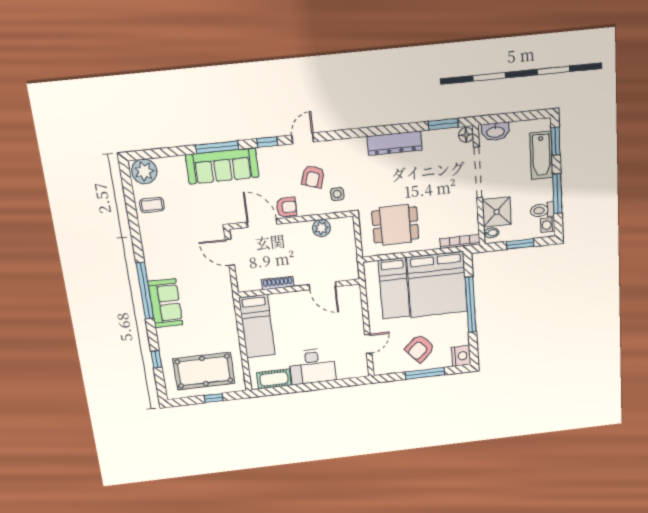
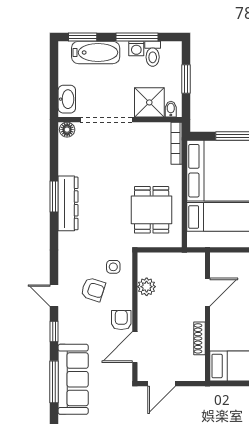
window: (443, 124) -> (54, 196), moved
washing machine: (548, 225) -> (136, 49), moved

